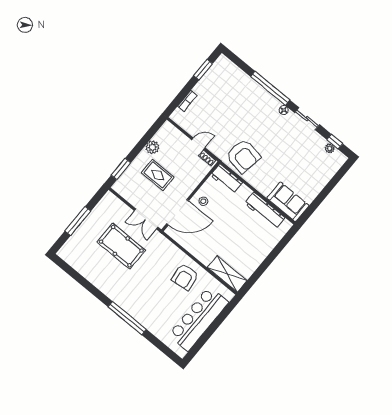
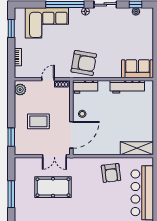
corner sofa: (240, 92) -> (47, 23), added
plant: (152, 147) -> (20, 90), moved

